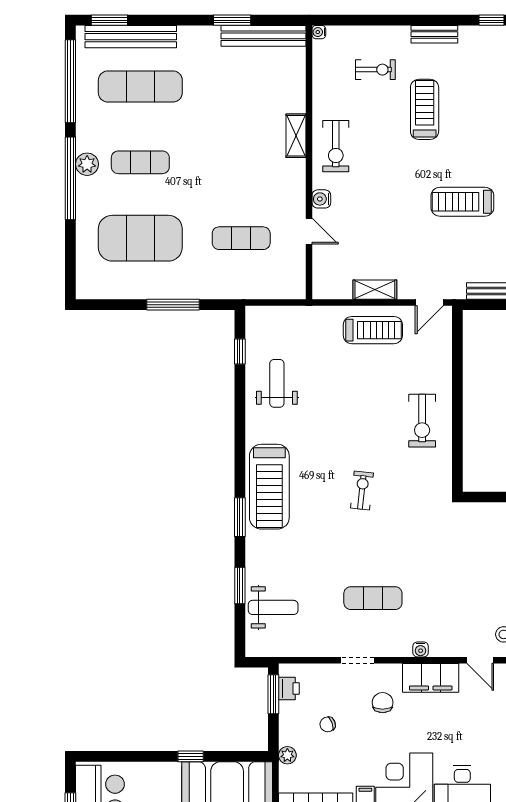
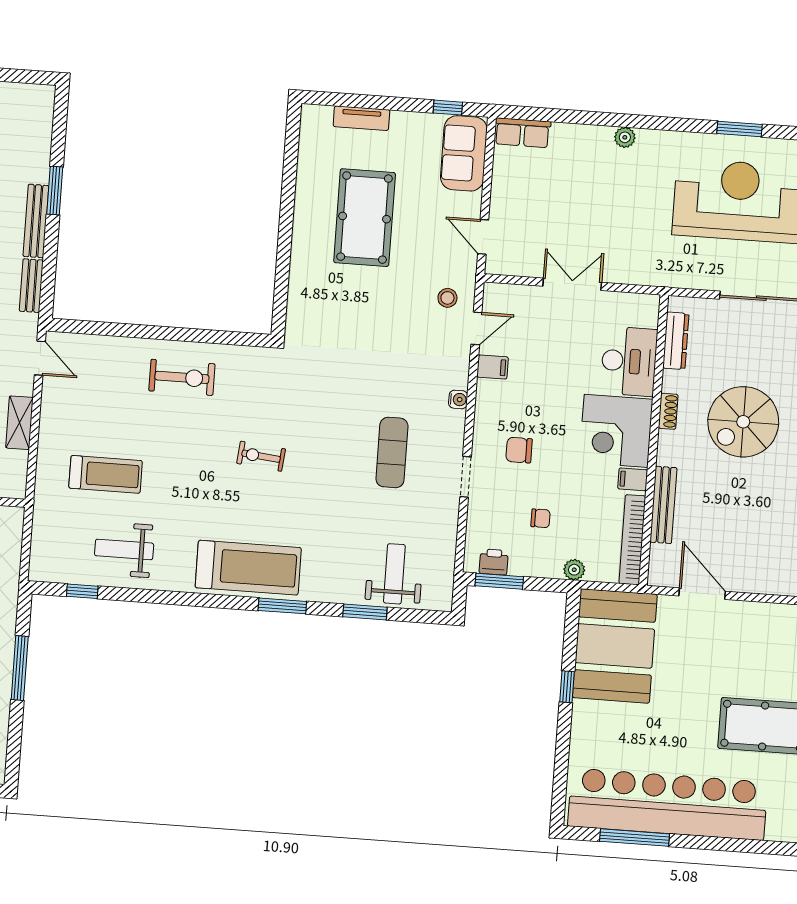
treadmill: (373, 330) -> (106, 474), moved, turned 90
filing cabinet: (431, 678) -> (493, 367), width x0.33, depth x0.86
chair: (328, 724) -> (540, 518), turned -69

